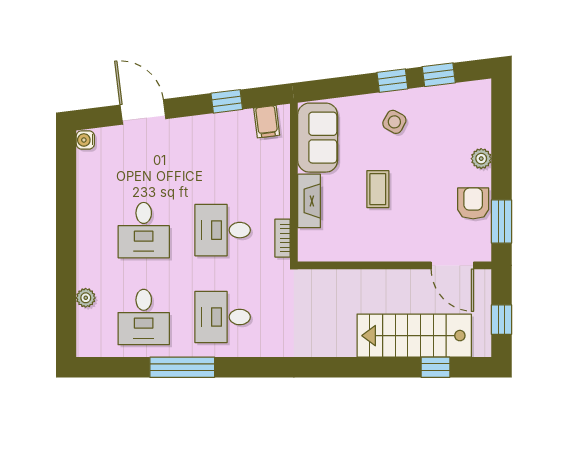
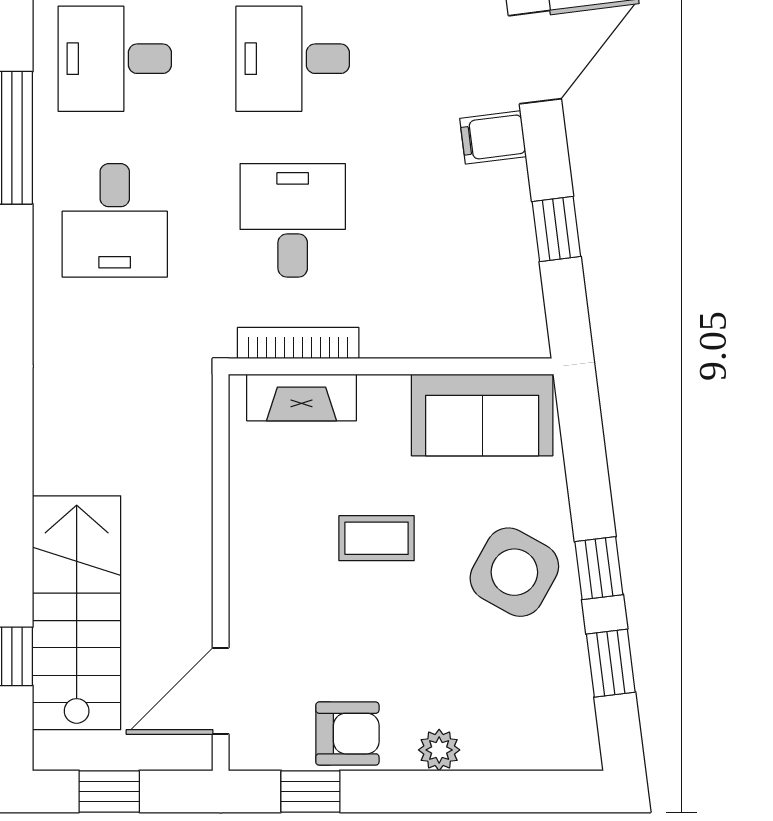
filing cabinet: (267, 122) -> (493, 137), moved
side table: (394, 122) -> (514, 572), width x1.87, depth x1.87
fireplace: (309, 201) -> (301, 397), moved
window: (501, 221) -> (310, 791), width x0.67
bookcase: (282, 238) -> (298, 343), width x1.56
desk: (223, 317) -> (115, 220), turned 180

